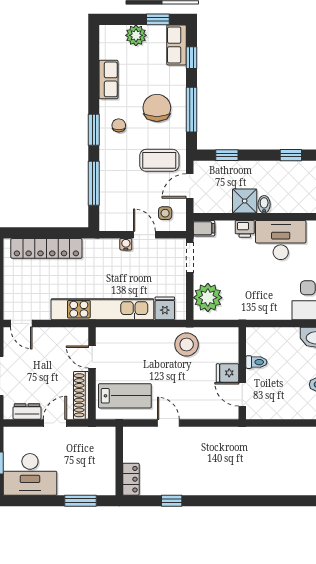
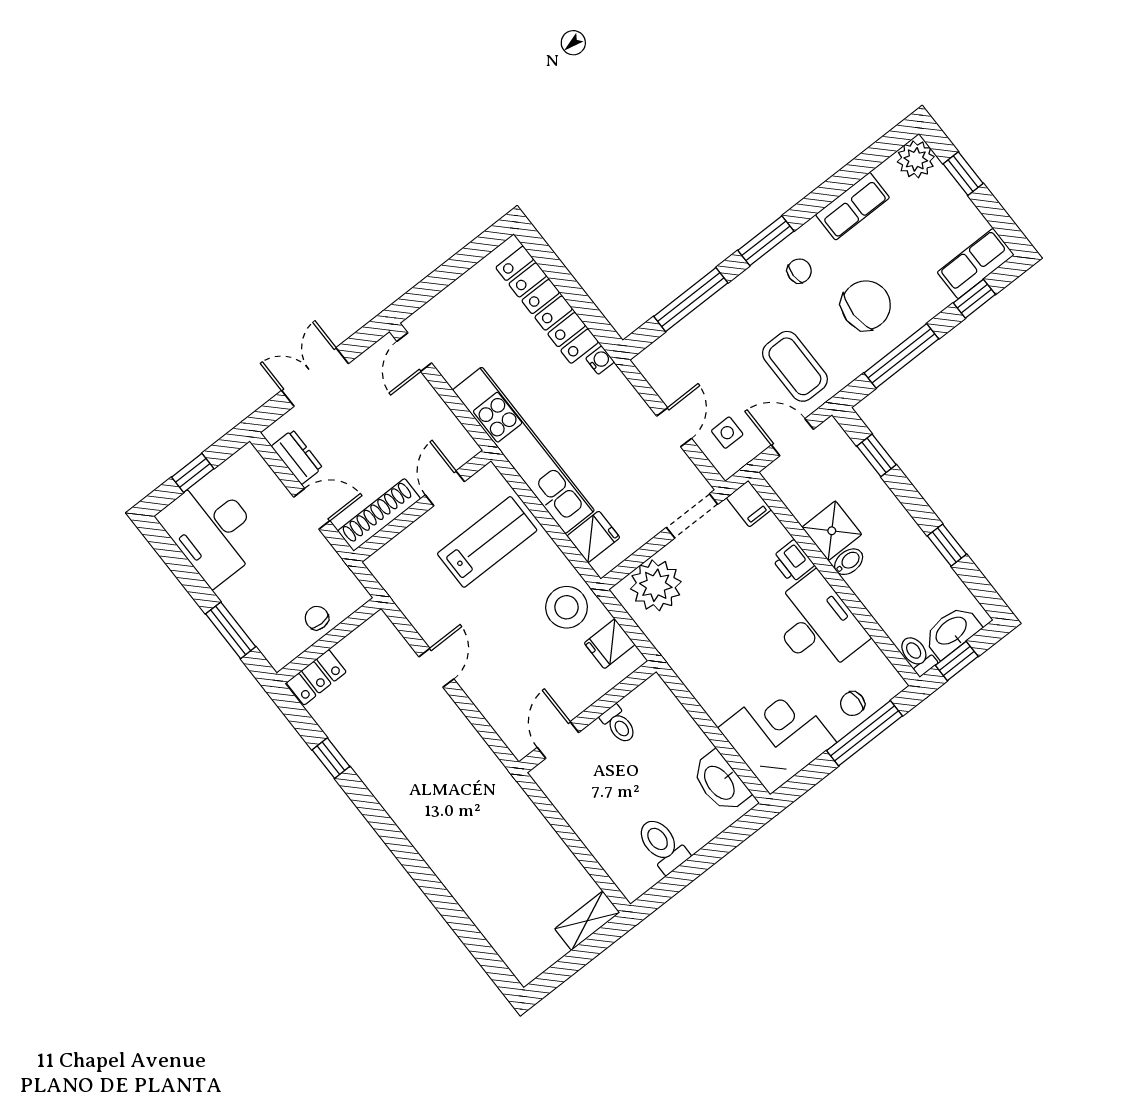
window: (158, 19) -> (963, 174), moved
plant: (136, 35) -> (916, 159), moved
water cooler: (126, 244) -> (600, 360), moved
fridge: (227, 373) -> (610, 644), moved, turned -90
lab bench: (125, 396) -> (487, 542), moved, turned -90
chair: (105, 458) -> (317, 618), added

